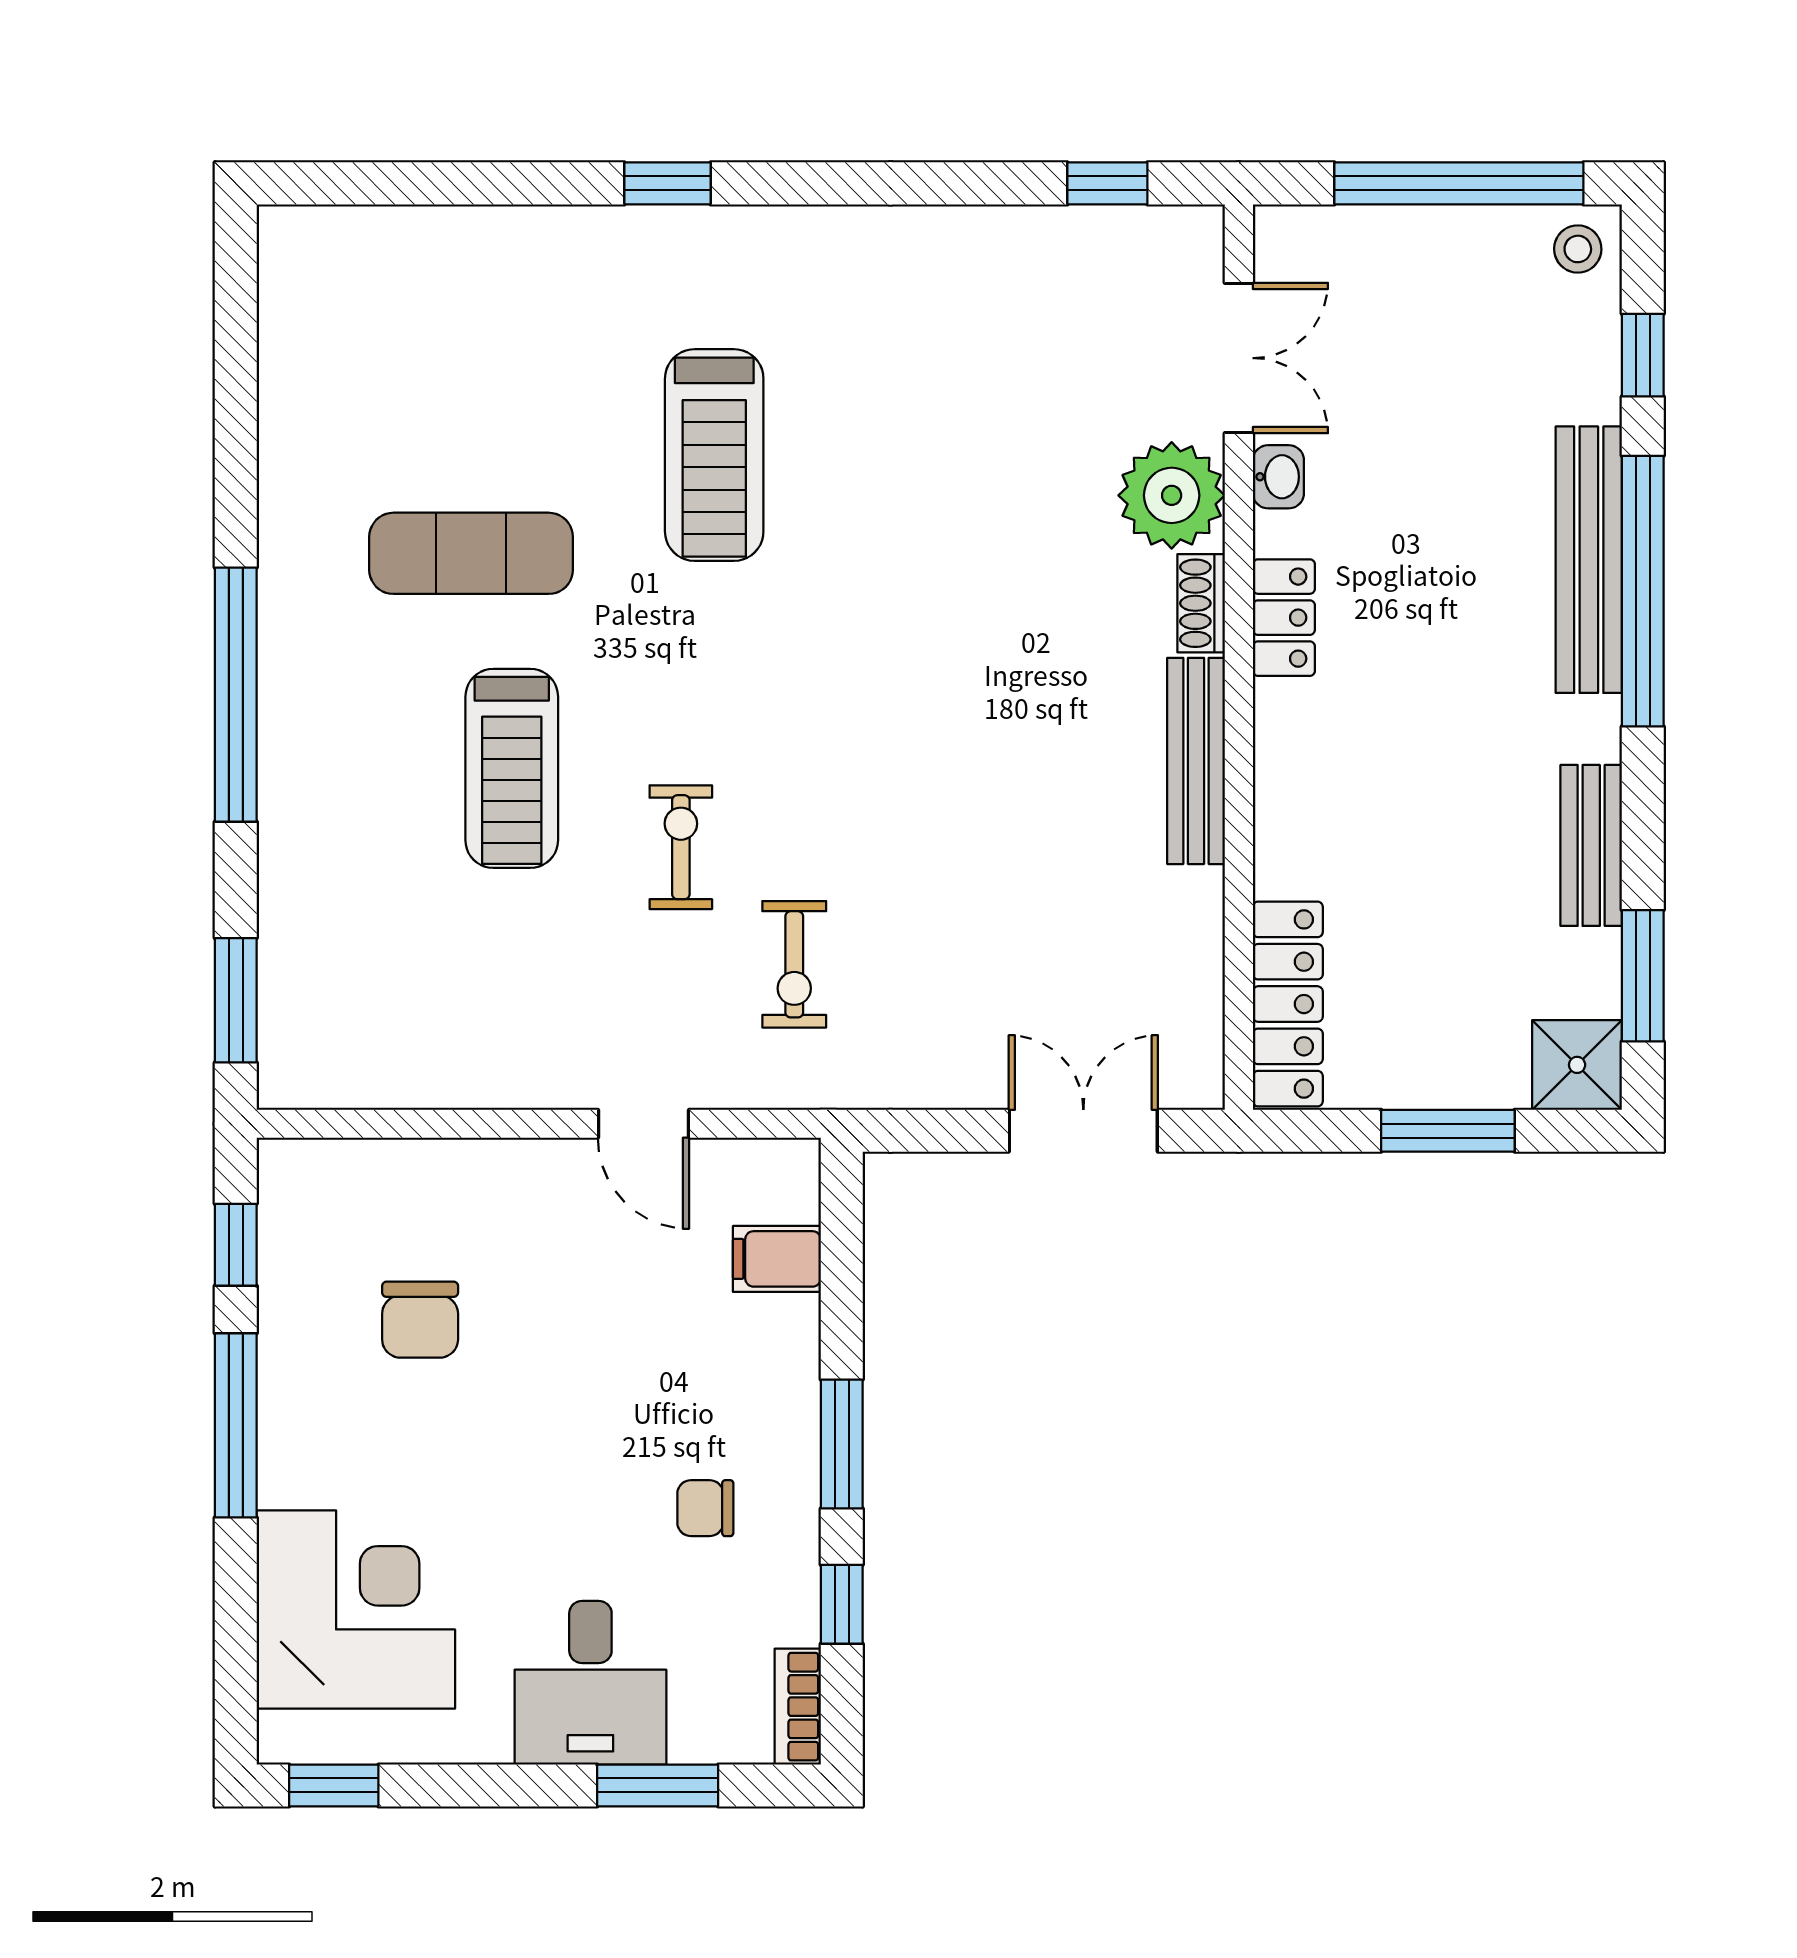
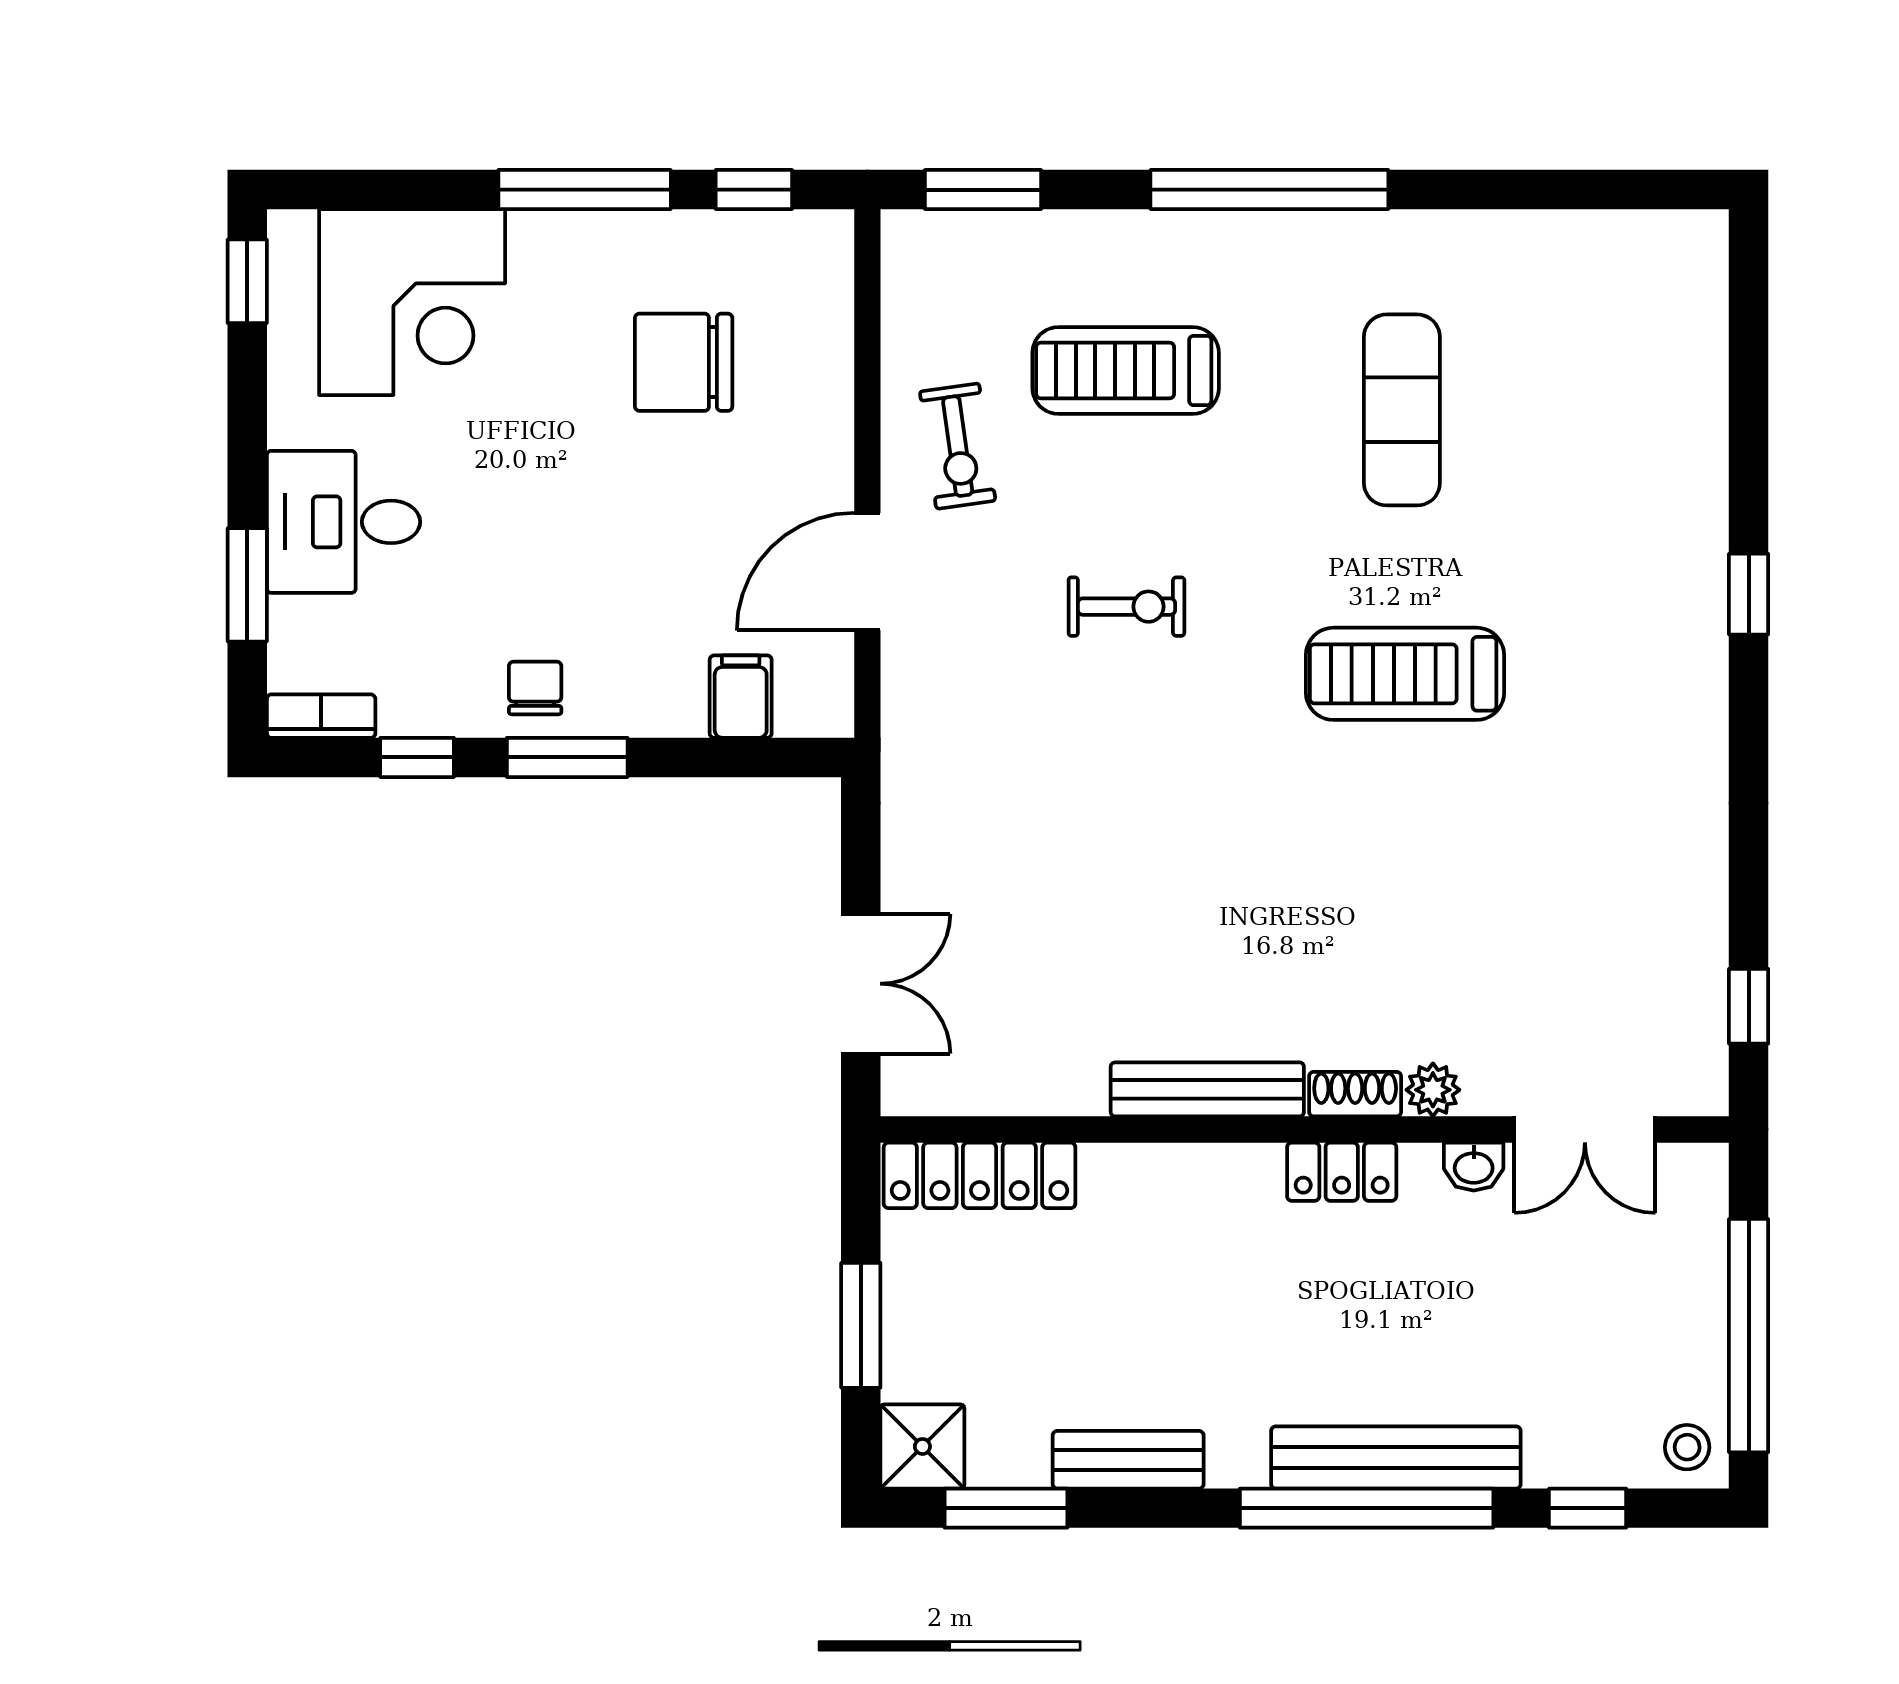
treadmill: (714, 455) -> (1405, 674), moved
plant: (1172, 495) -> (1433, 1090), width x0.53, depth x0.53
treadmill: (512, 768) -> (1126, 371), moved
exercise bike: (794, 964) -> (958, 446), moved, turned -98
door: (643, 1124) -> (867, 572), width x1.38
chair: (420, 1320) -> (684, 362), width x1.37, depth x1.37
chair: (705, 1508) -> (535, 688), moved

